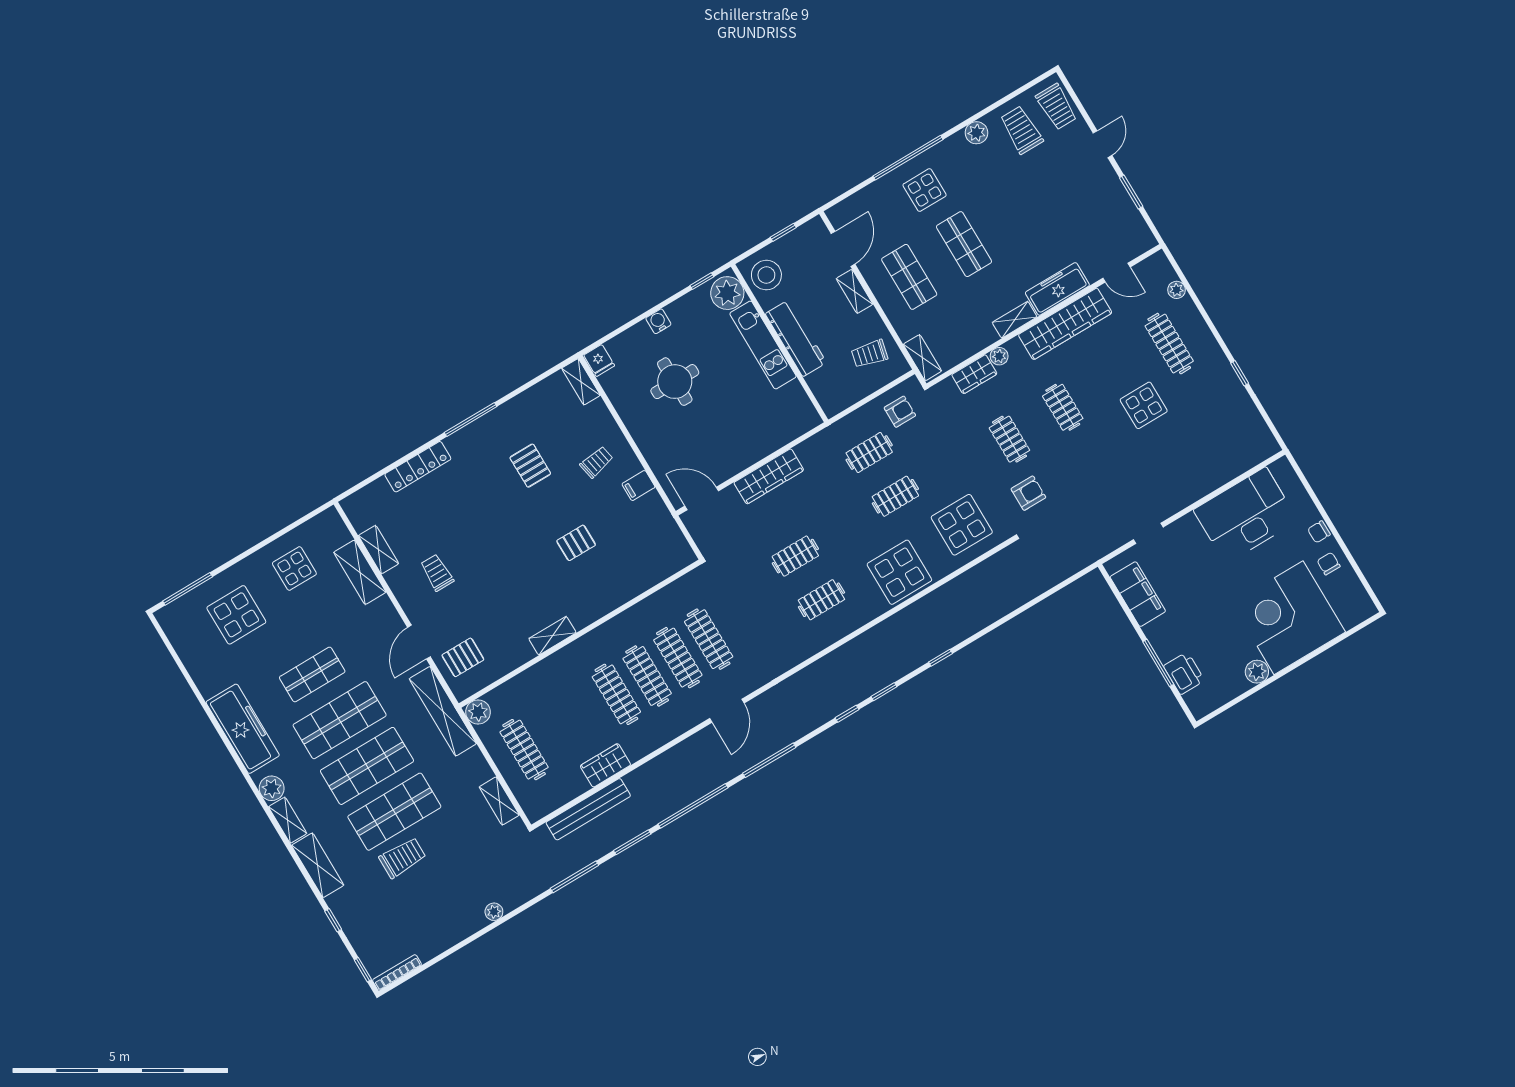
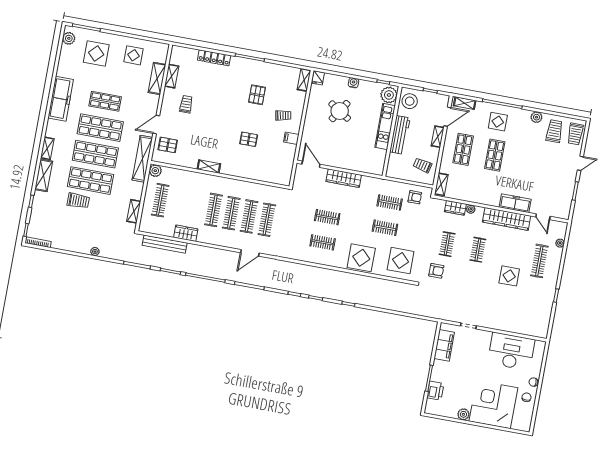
shelving: (1015, 320) -> (465, 103), moved
round table: (675, 382) -> (340, 111), turned 33
plant: (272, 788) -> (69, 38), moved

